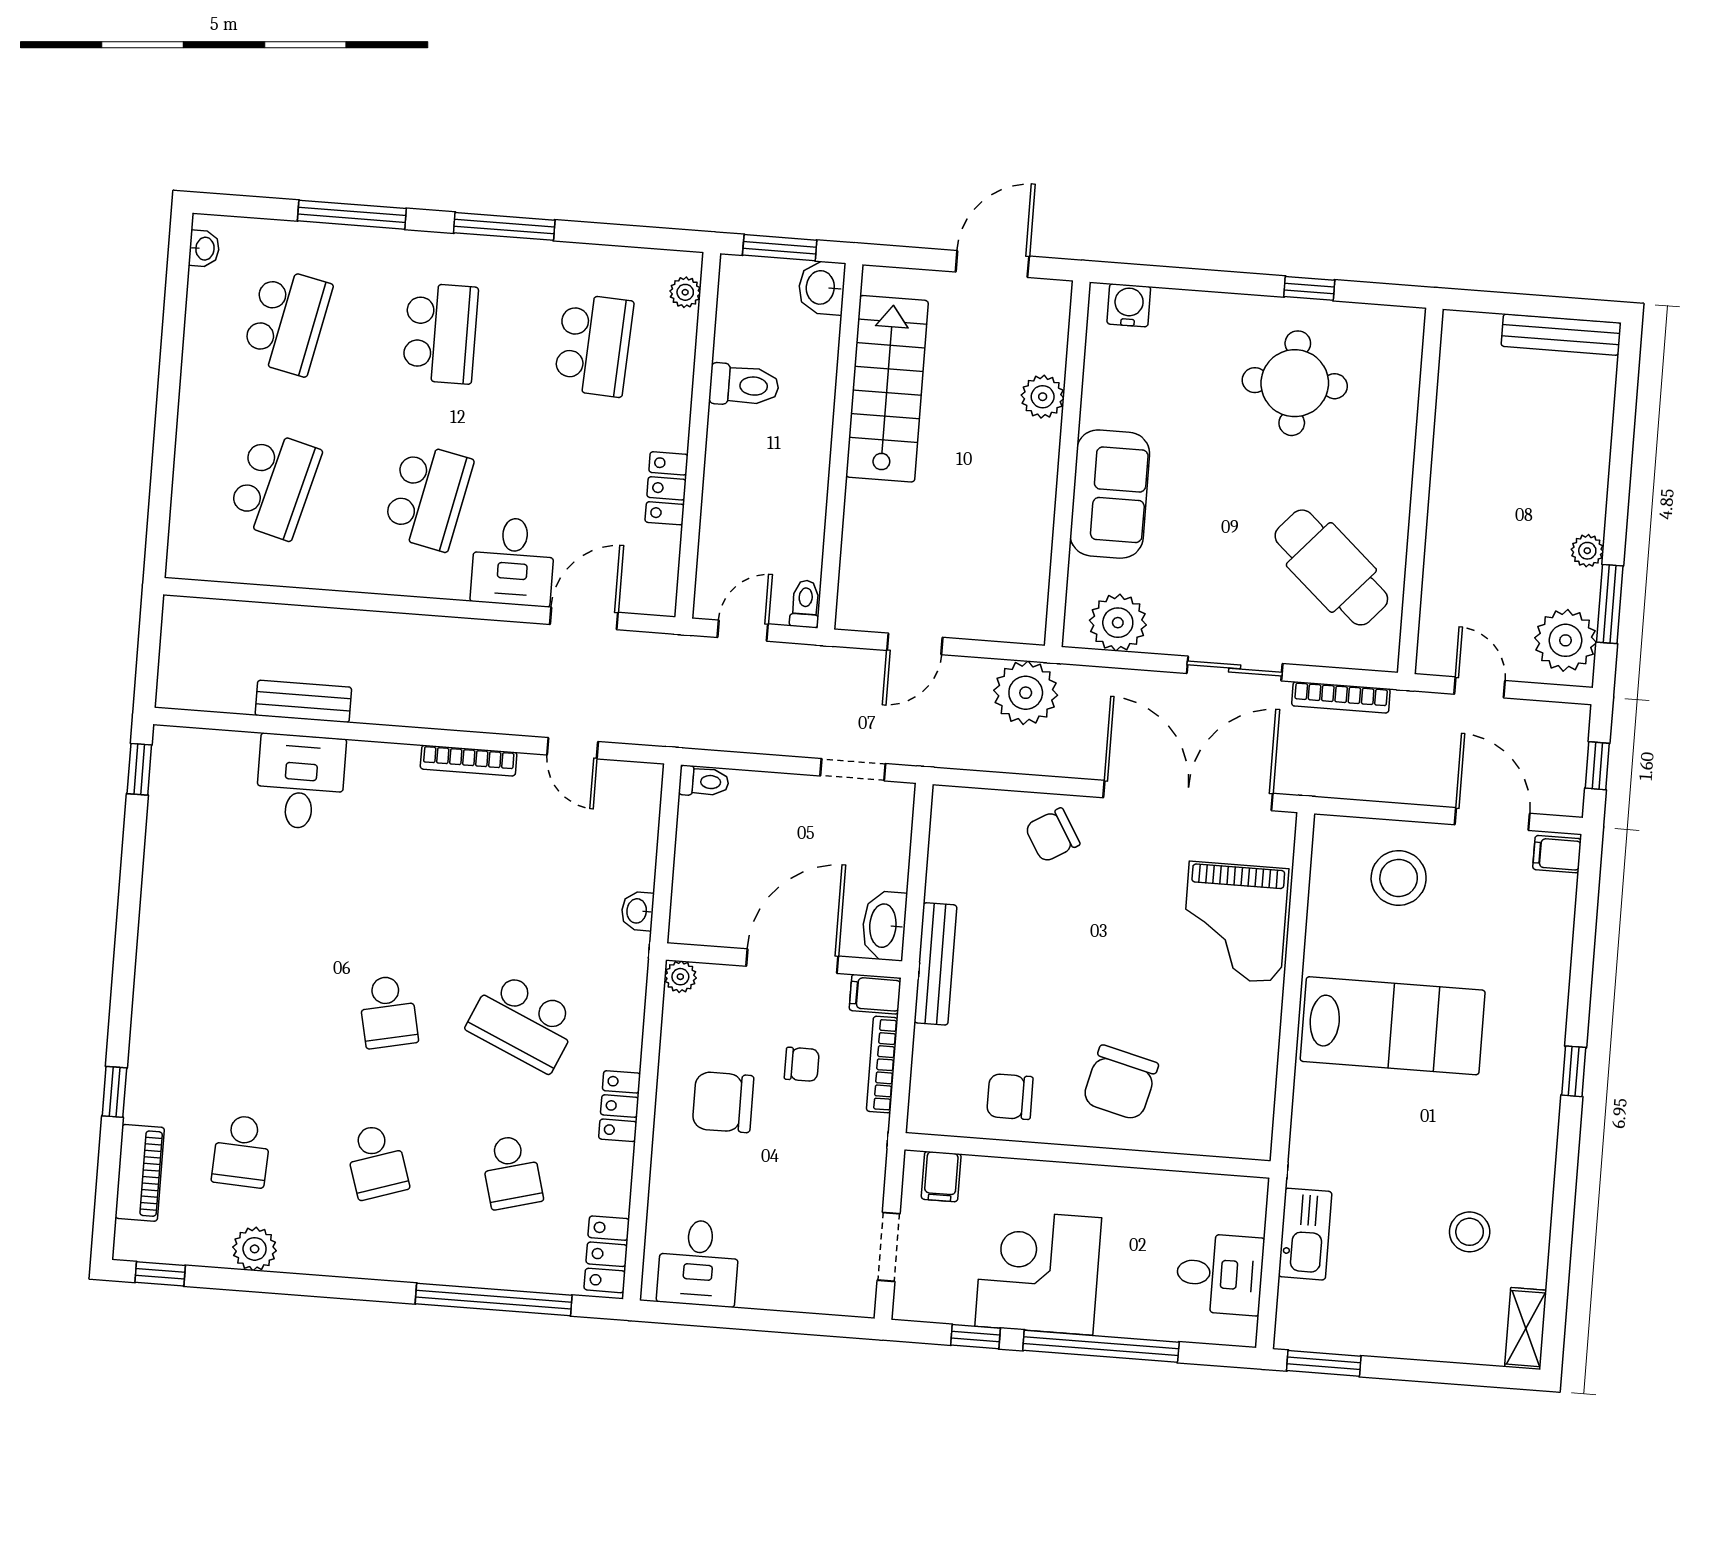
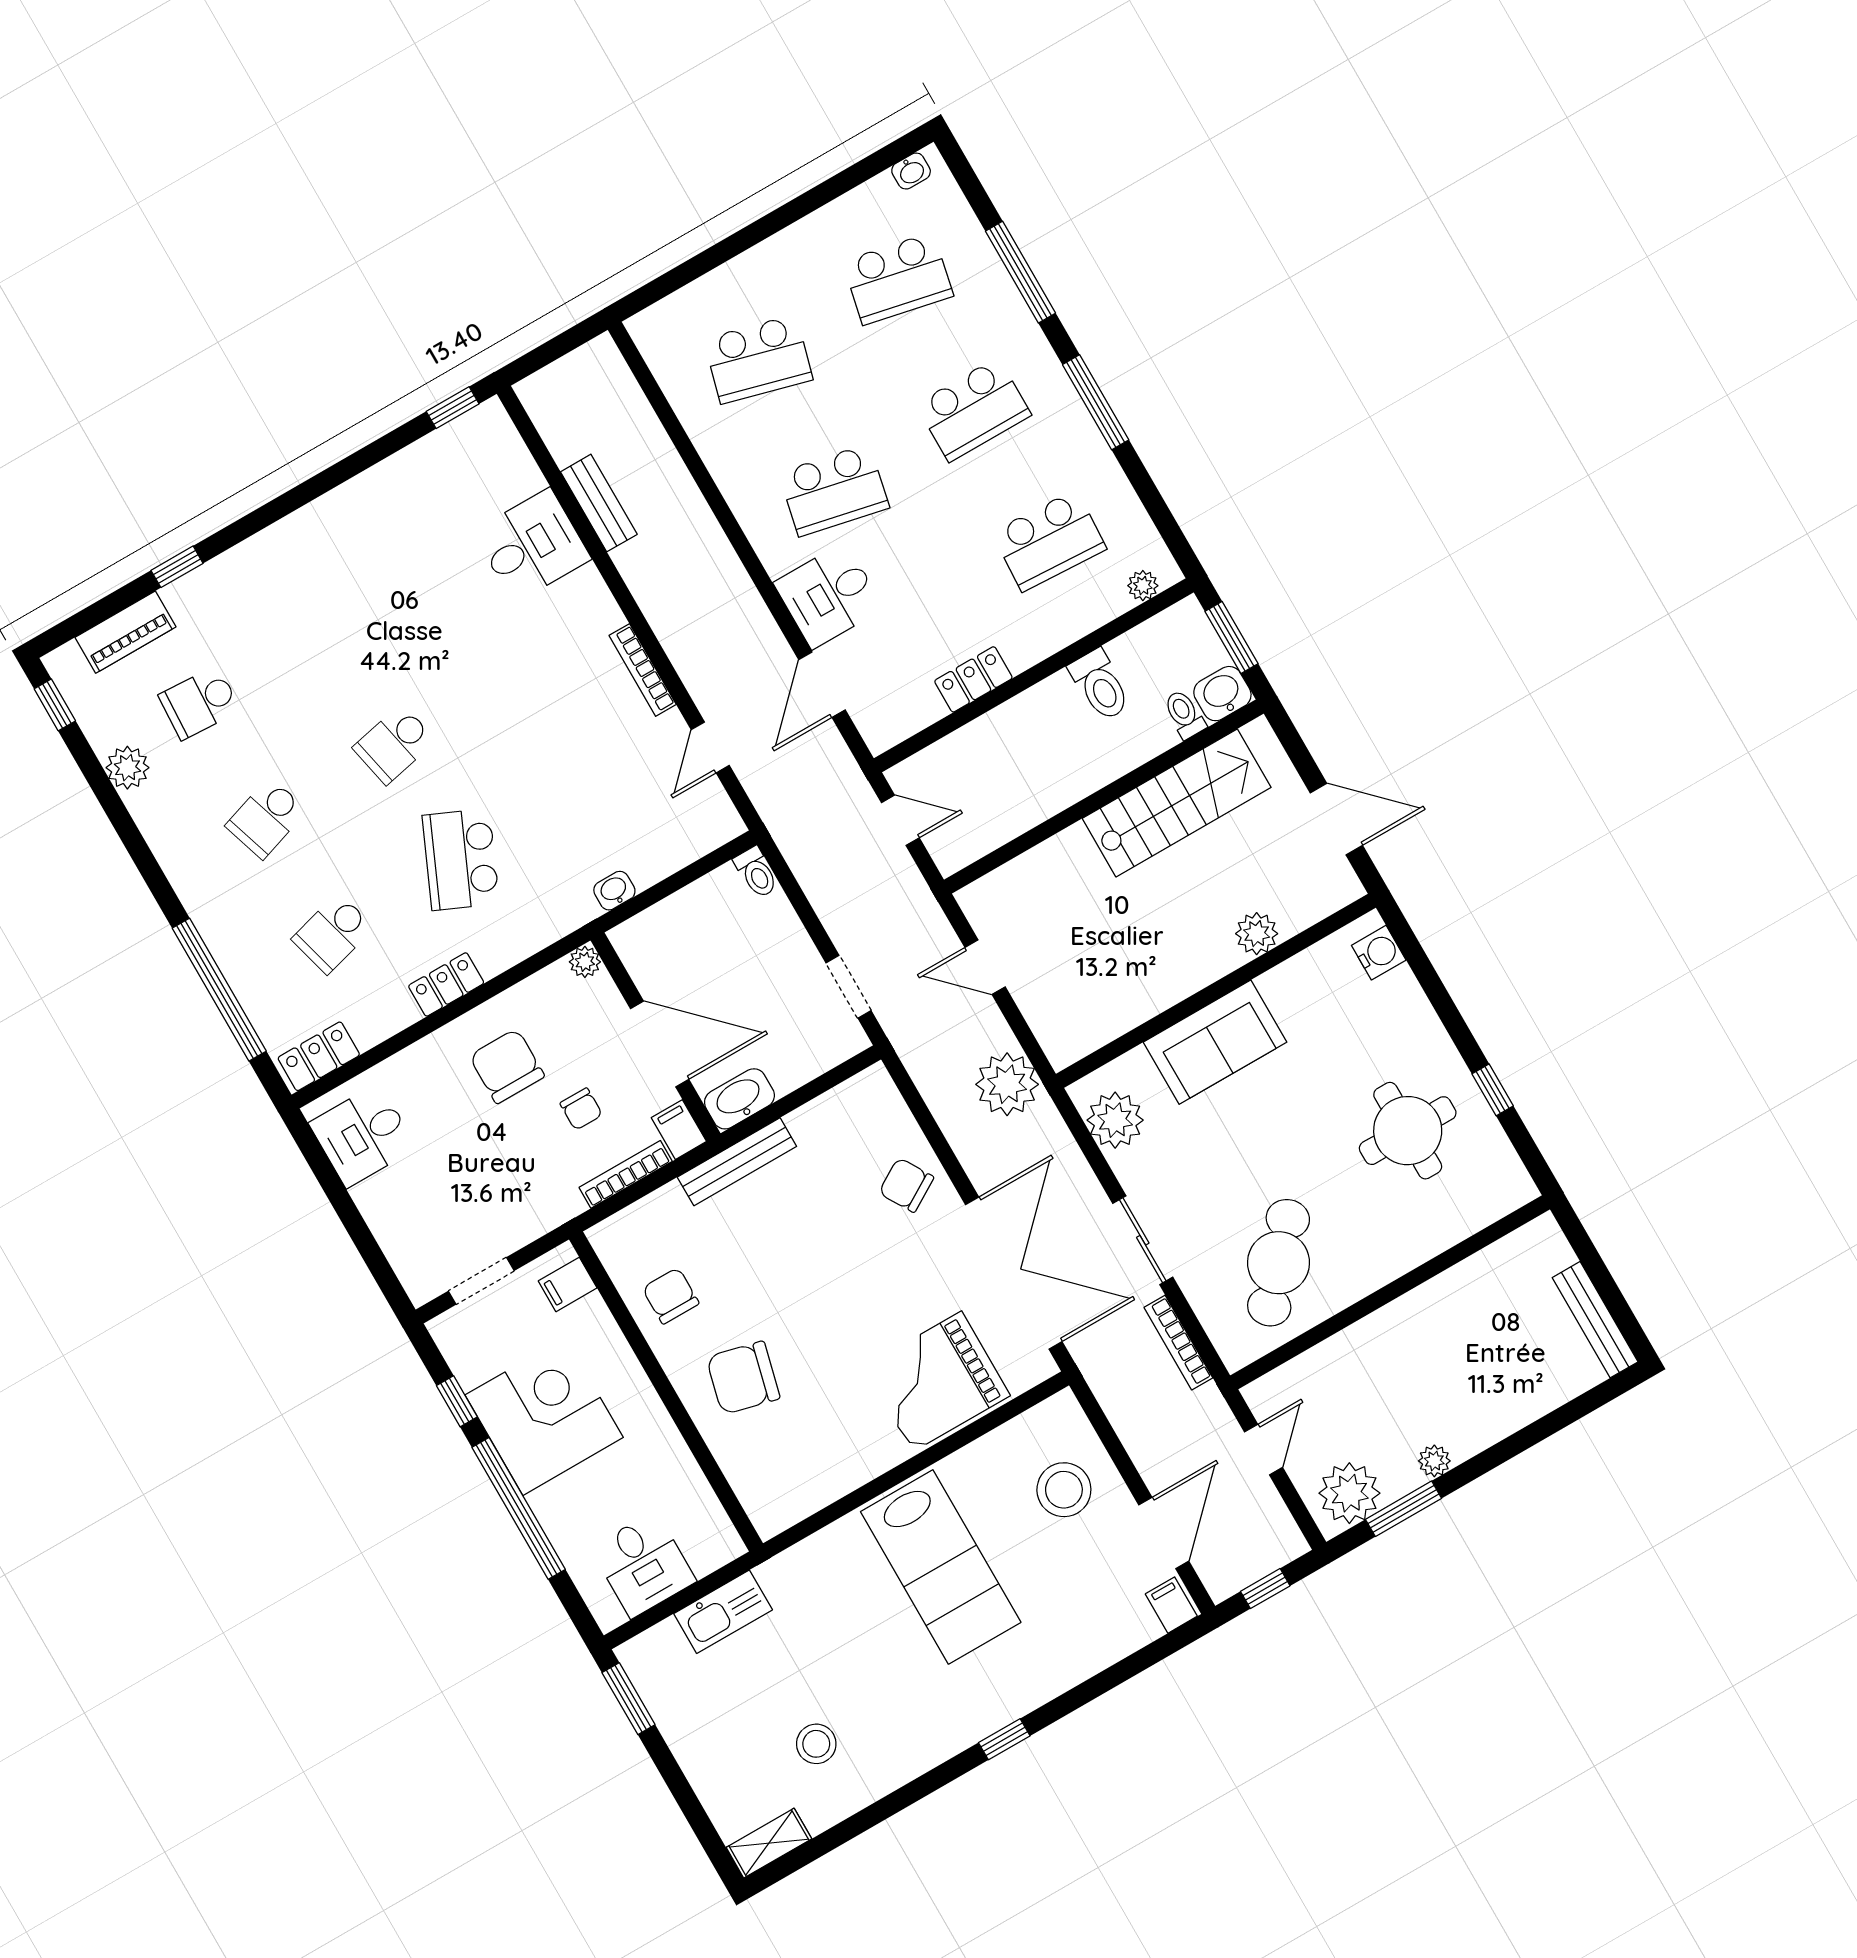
toilet: (805, 604) -> (1184, 714), moved, turned -90
door: (584, 618) -> (822, 685), swing flipped

